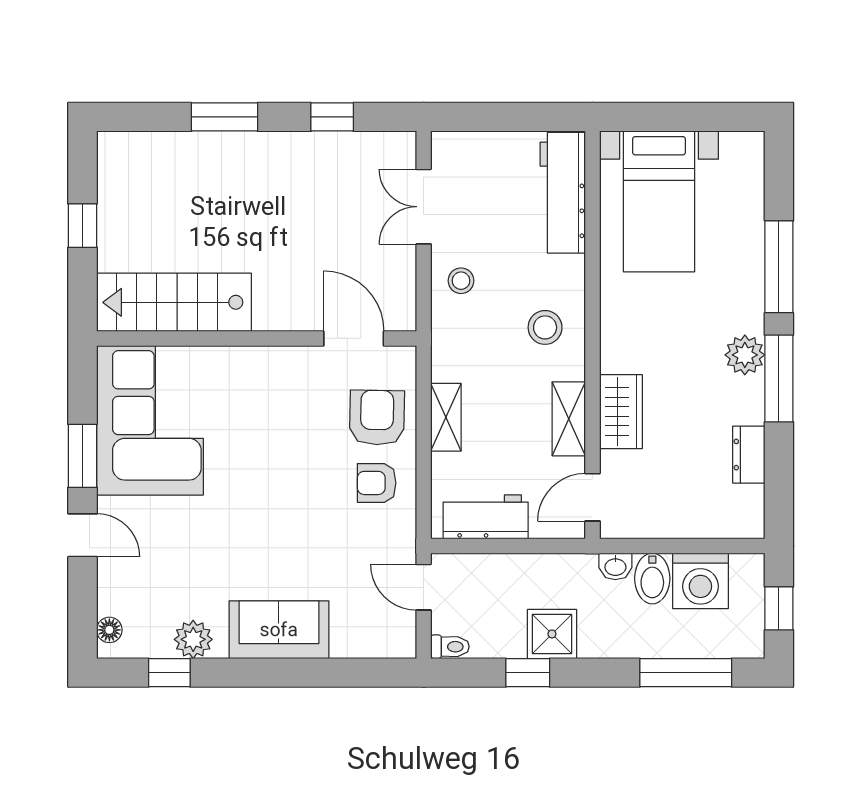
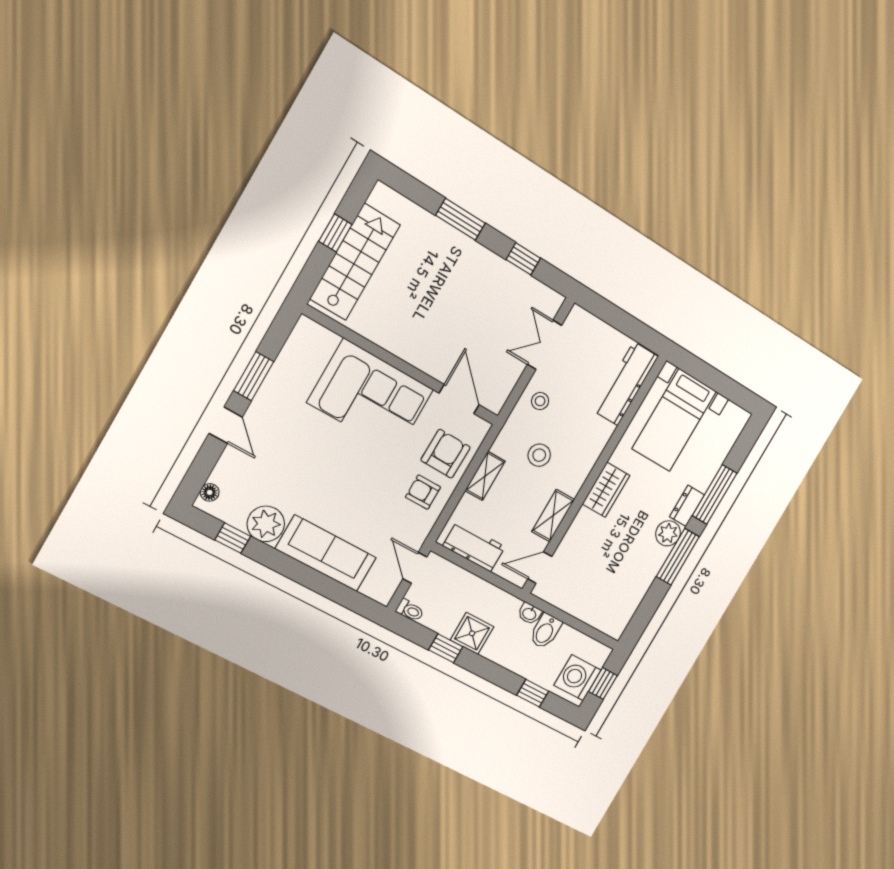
stairs: (174, 302) -> (355, 262), moved, turned 90
stool: (545, 327) -> (539, 455), moved
wardrobe: (621, 412) -> (606, 490), moved
corner sofa: (150, 420) -> (370, 396), moved, turned 90
dresser: (749, 455) -> (687, 506), moved
washing machine: (700, 581) -> (578, 678), moved, turned 90
sofa: (279, 630) -> (326, 553), width x1.36
plant: (193, 639) -> (266, 524), width x1.36, depth x1.36
window: (686, 673) -> (533, 693), width x0.46

